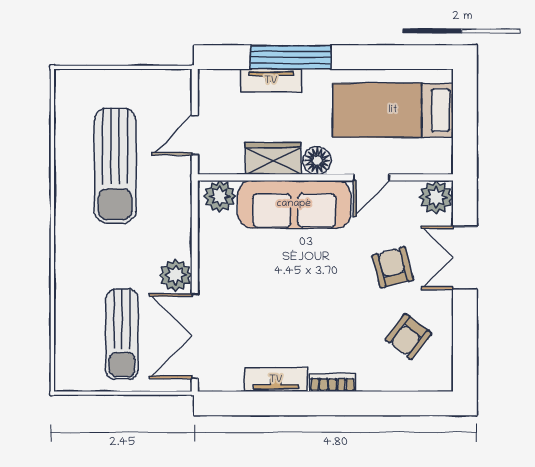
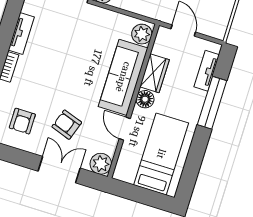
tv unit: (271, 81) -> (207, 71), moved
armchair: (393, 267) -> (67, 125), turned -147
armchair: (408, 337) -> (22, 121), turned -128

